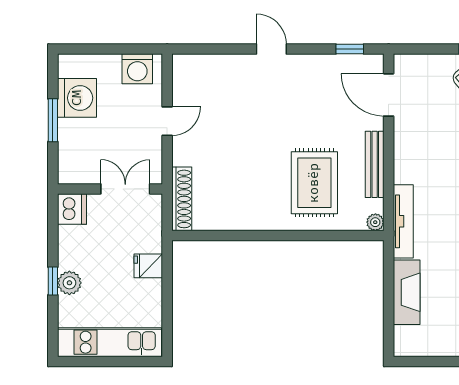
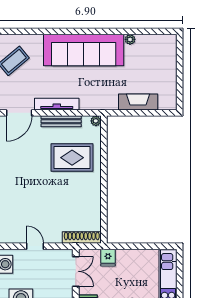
double door: (125, 189) -> (76, 271), swing flipped
tv unit: (403, 221) -> (57, 104), moved
fridge: (148, 266) -> (108, 258), moved

